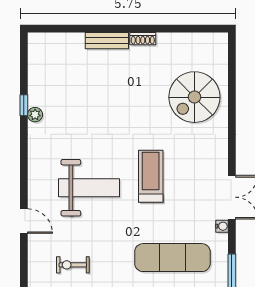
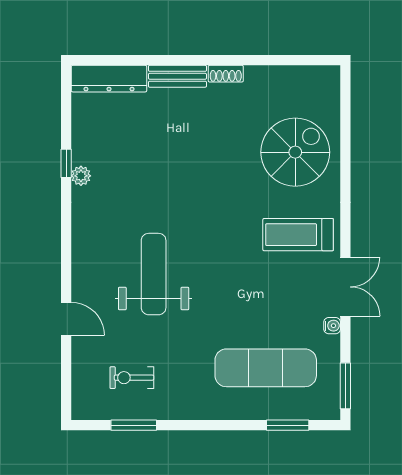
dresser: (56, 42) -> (109, 79), added
spiral stairs: (194, 97) -> (295, 152), turned 180
treadmill: (151, 176) -> (298, 235), moved, turned -90
weight bench: (89, 188) -> (154, 274), turned -90

